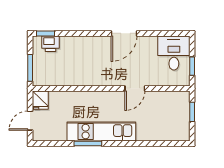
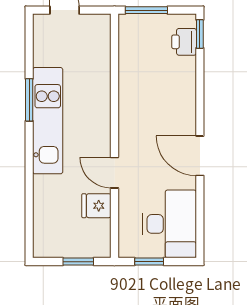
desk: (174, 53) -> (170, 224), width x1.37
fridge: (40, 100) -> (96, 206), moved

